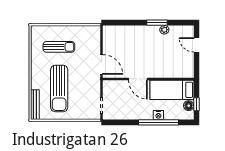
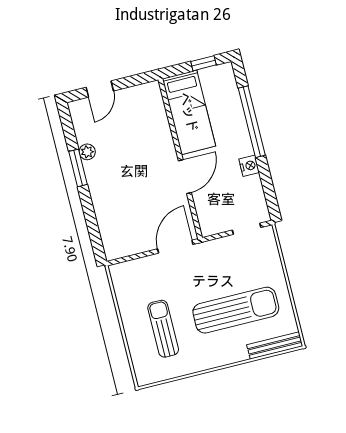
floor lamp: (189, 106) -> (209, 76), removed
nightstand: (158, 115) -> (249, 166), moved

